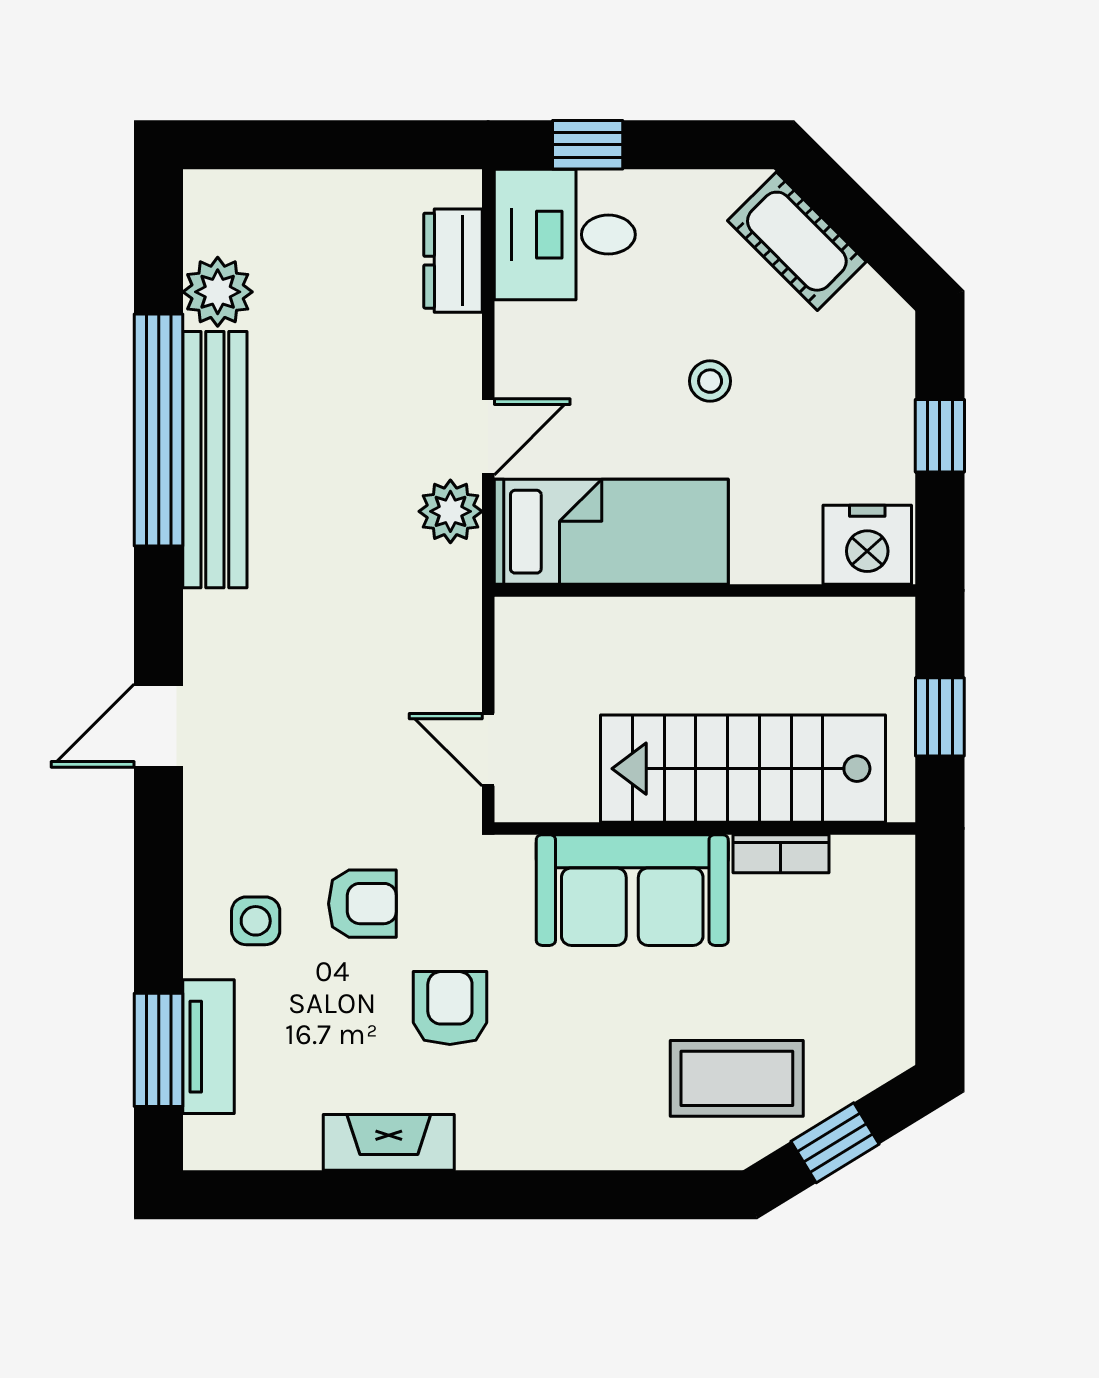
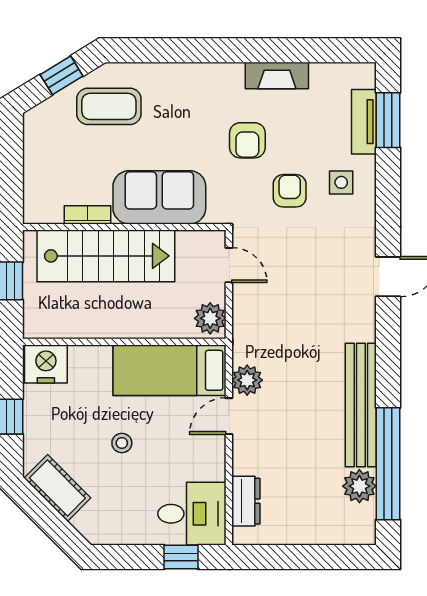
cot: (797, 241) -> (57, 488), moved
window: (159, 430) -> (388, 464), moved
plant: (527, 639) -> (210, 318), added
armchair: (362, 904) -> (290, 191), turned 90

